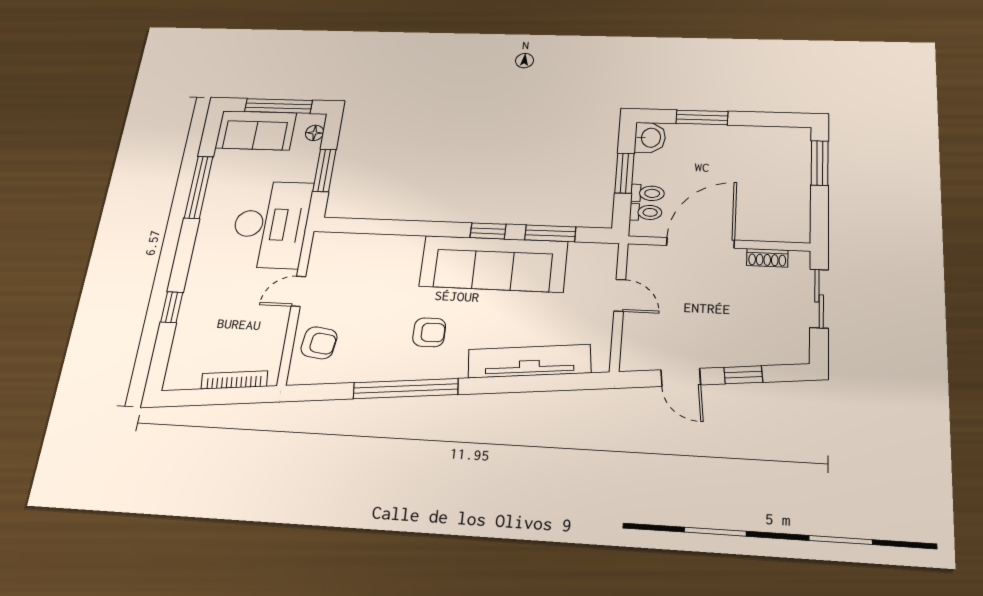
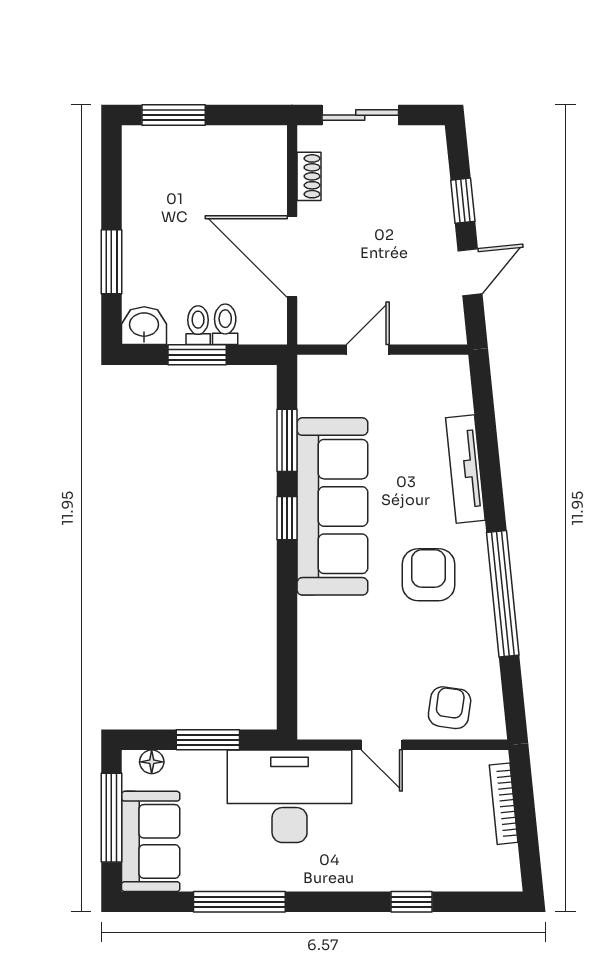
toilet: (646, 212) -> (198, 325), moved
armchair: (429, 332) -> (428, 575), width x1.38, depth x1.38
tv unit: (529, 361) -> (465, 469), width x0.73, depth x0.78

